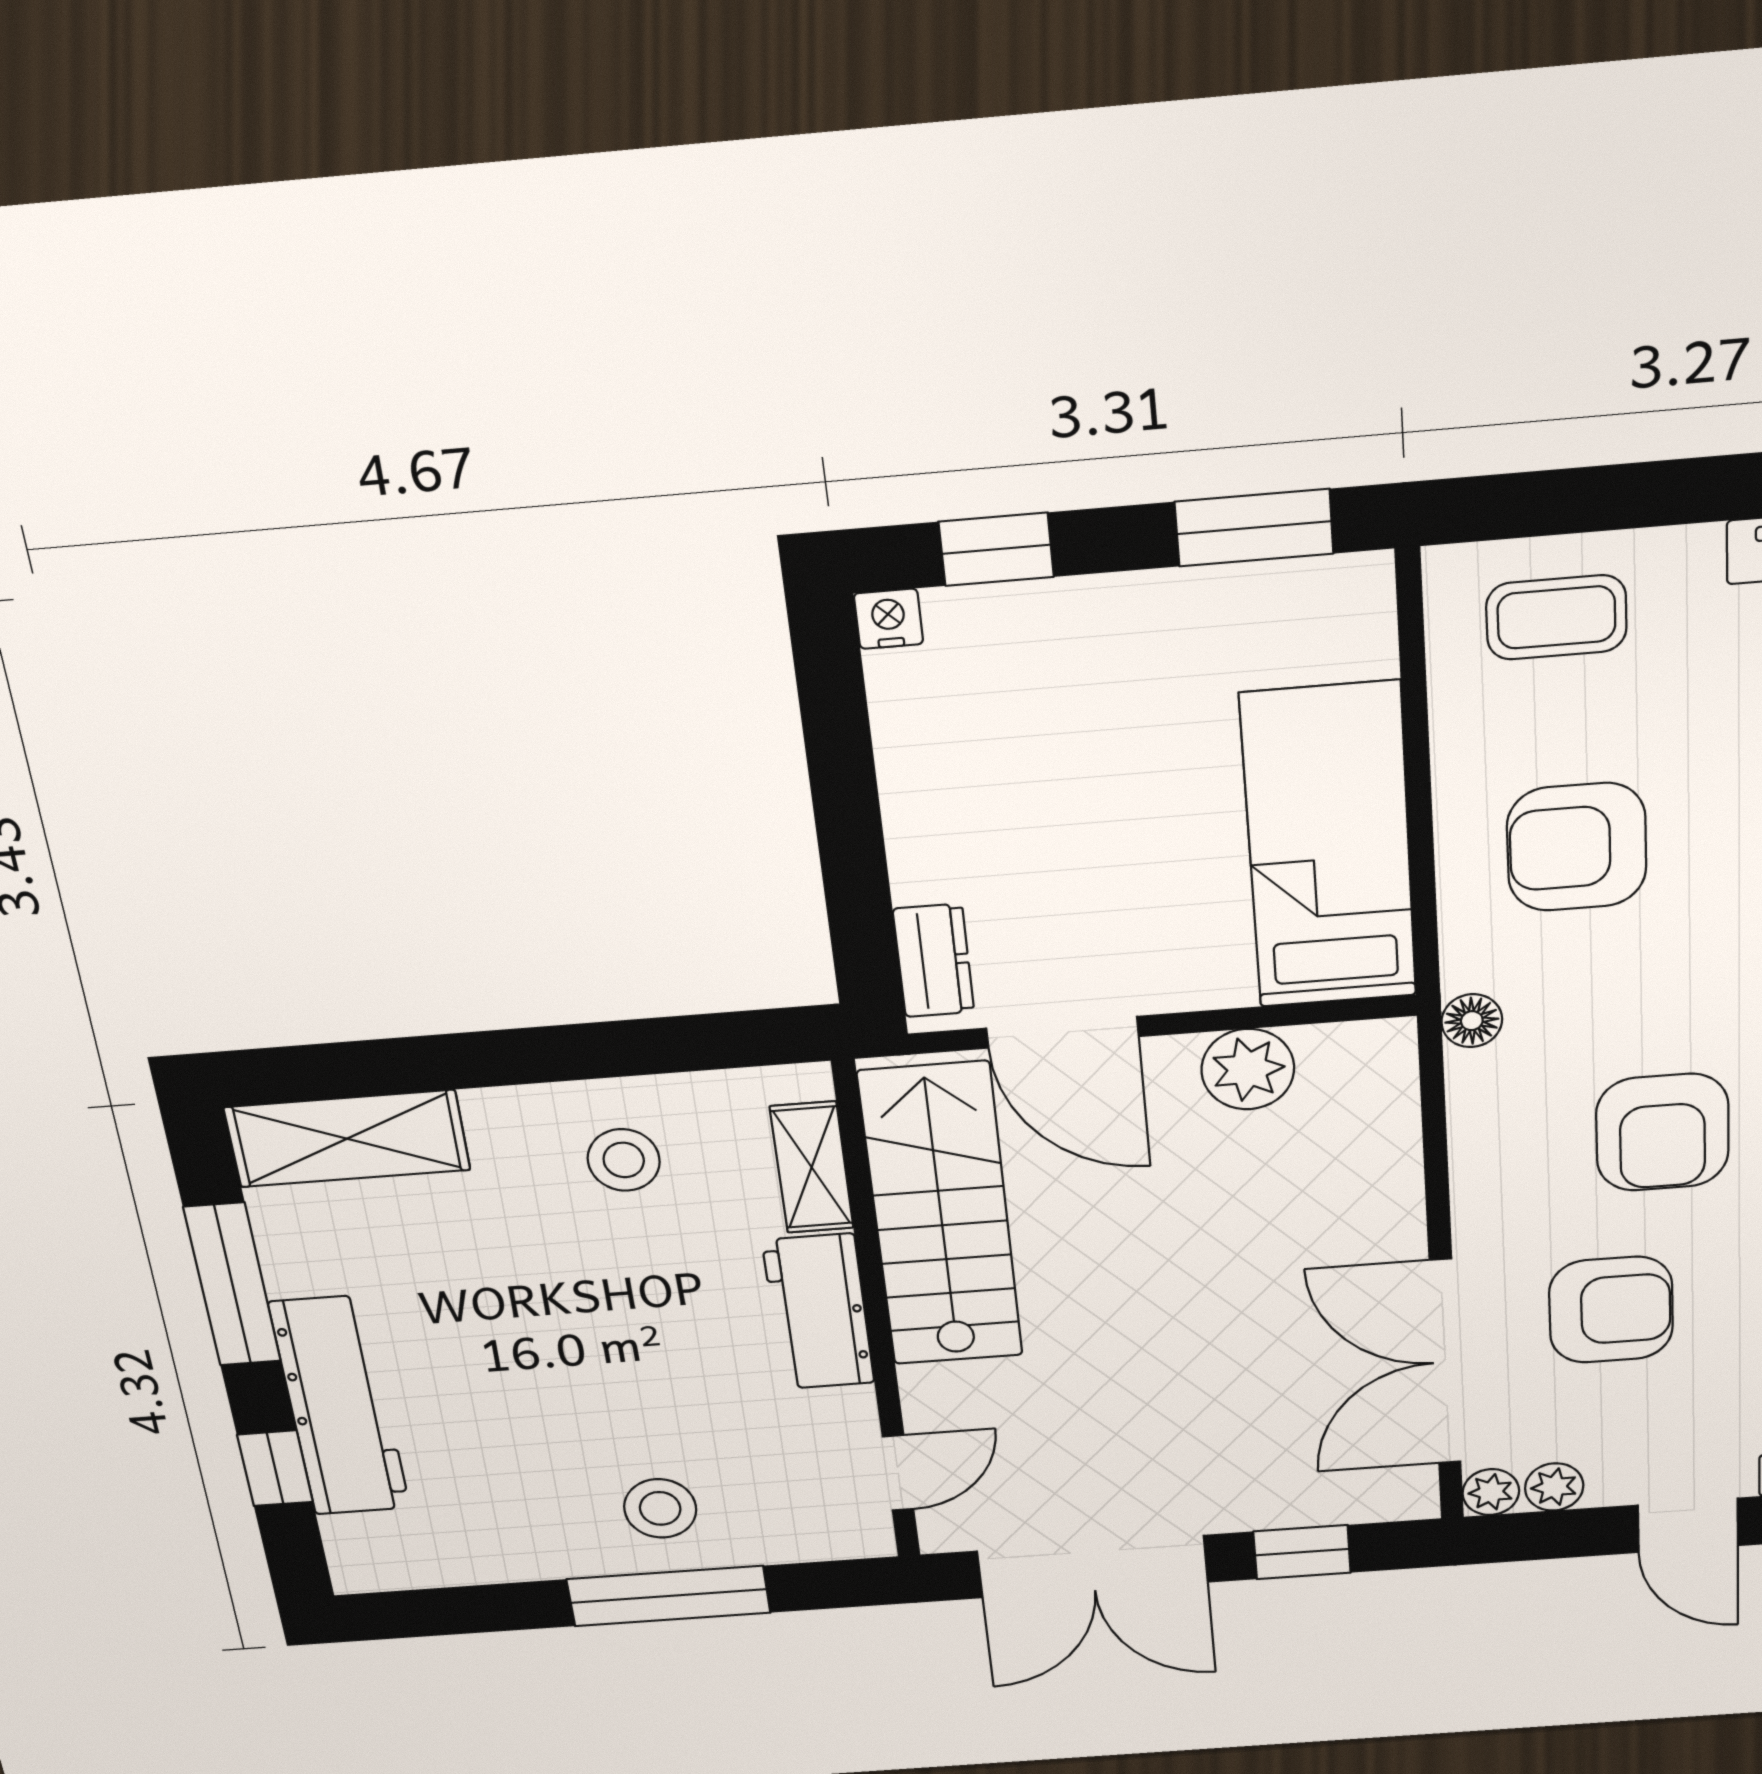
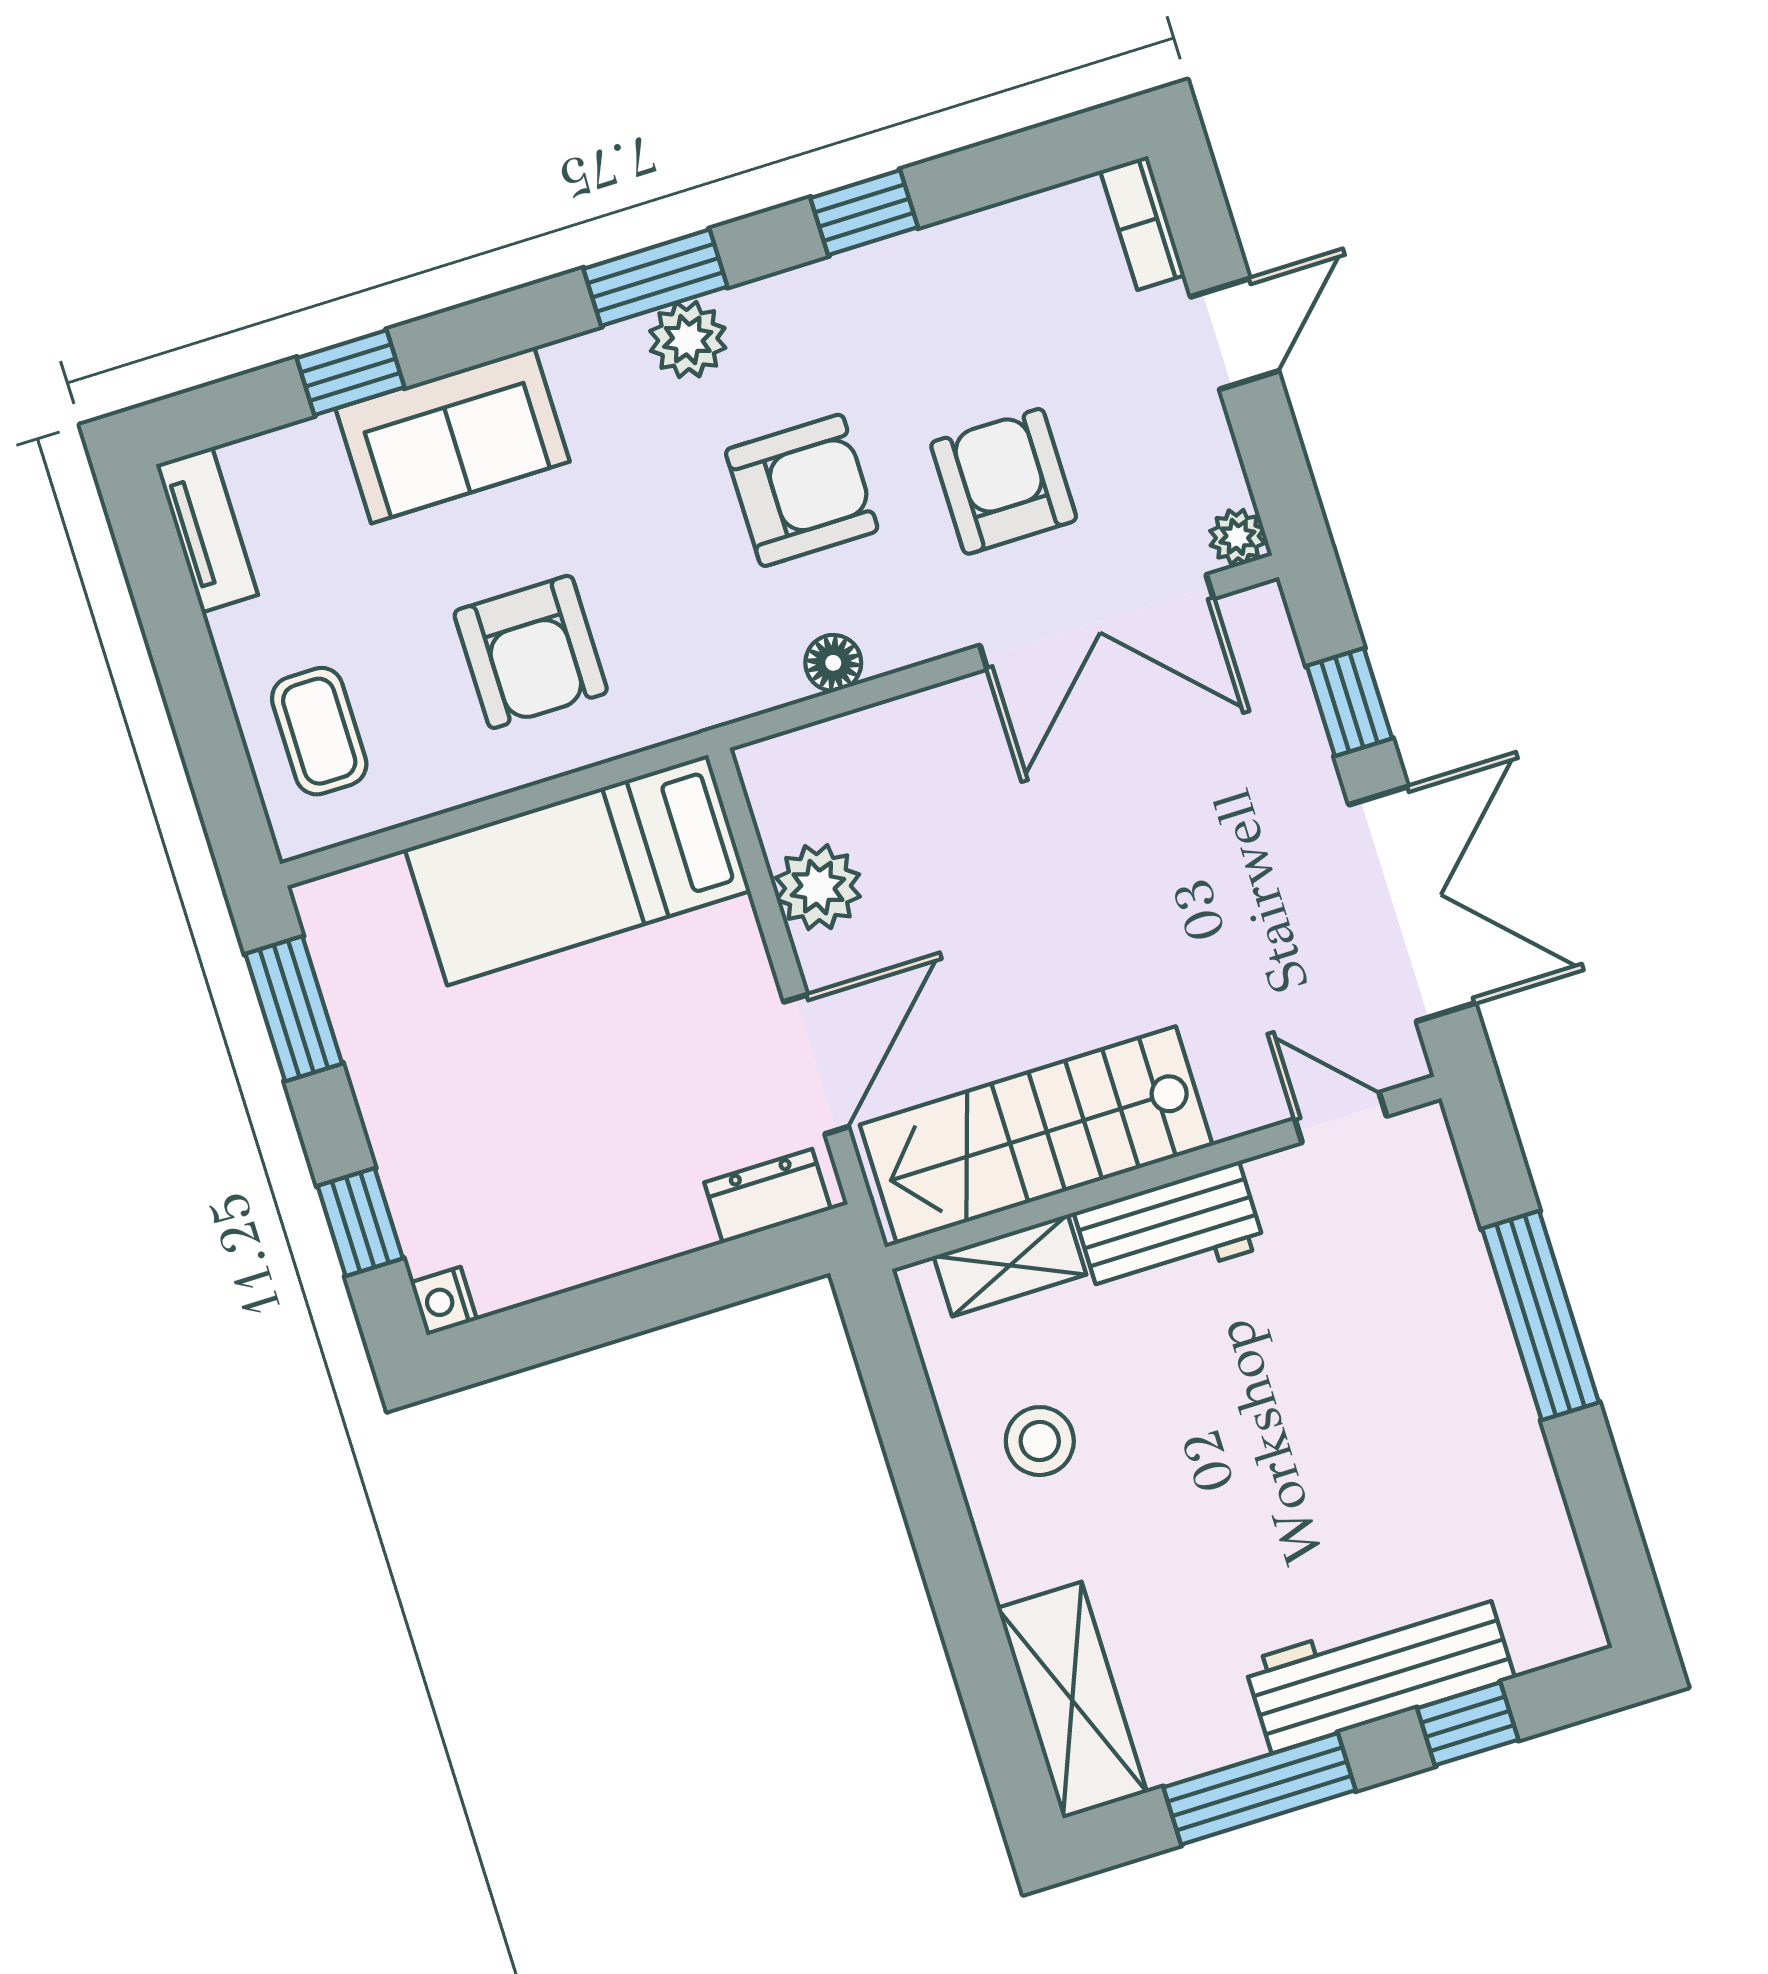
floor lamp: (1472, 1021) -> (833, 663), moved
plant: (1554, 1487) -> (1218, 477), removed
stool: (660, 1508) -> (1434, 1342), removed

